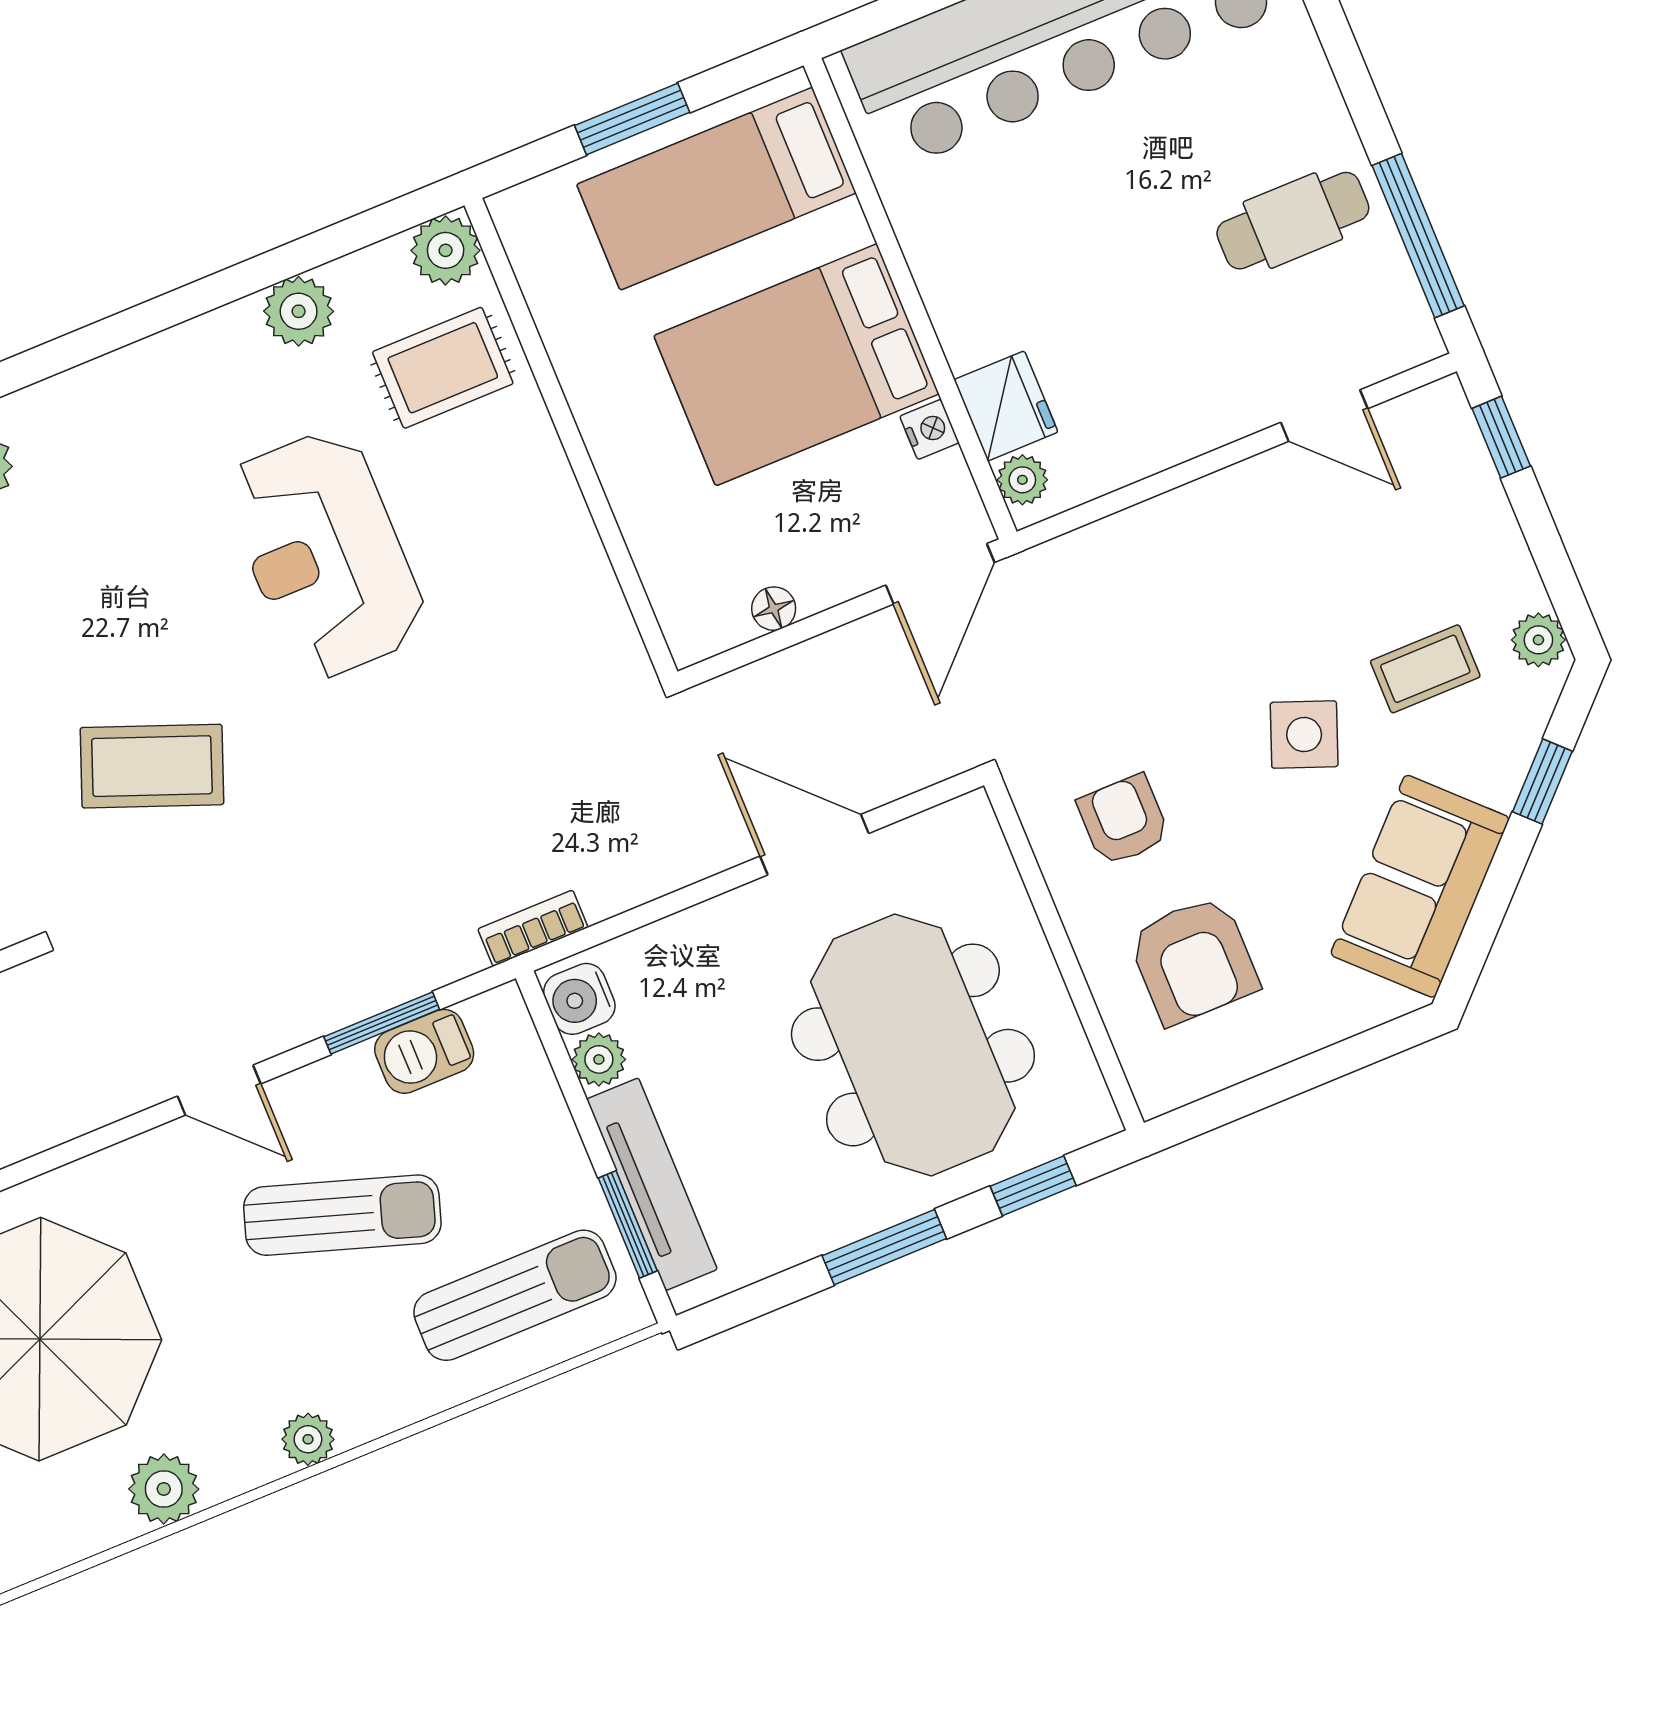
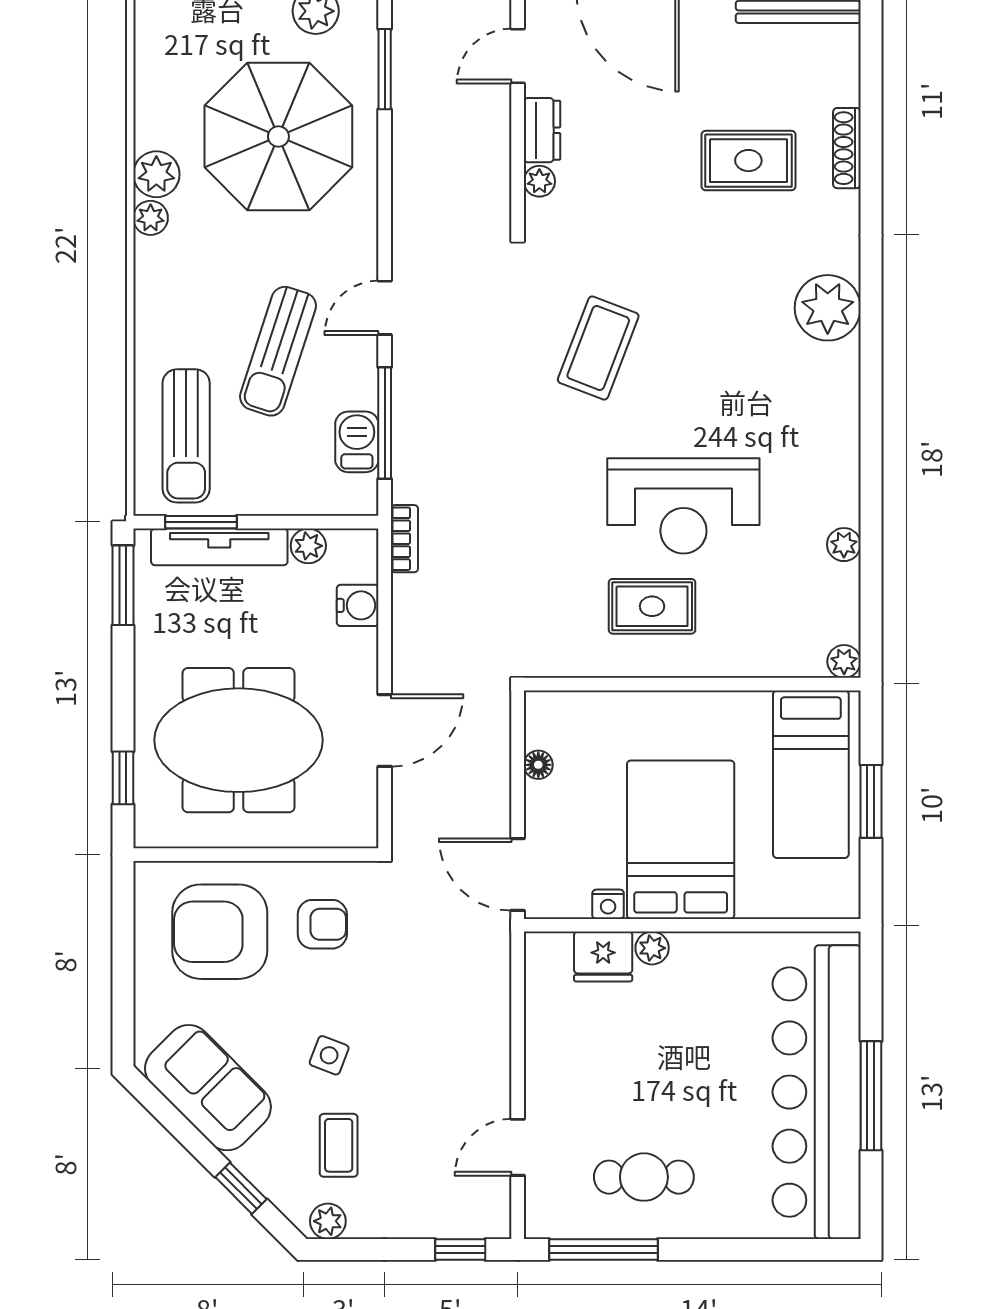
bed: (716, 189) -> (811, 774), moved, turned 180
cafe table: (1293, 221) -> (644, 1177), turned 90
plant: (446, 250) -> (844, 661), width x0.73, depth x0.73
plant: (299, 311) -> (844, 545), width x0.73, depth x0.73
rug: (443, 368) -> (652, 606), moved, turned 90
plant: (1022, 480) -> (652, 948), moved
reception desk: (325, 554) -> (683, 506), turned 180
side table: (1304, 735) -> (329, 1055), width x0.73, depth x0.73
armchair: (1194, 960) -> (220, 932), width x1.36, depth x1.36
water cooler: (579, 999) -> (358, 605), moved, turned 90
window: (382, 1023) -> (385, 423), width x1.44
window: (884, 1247) -> (123, 585), moved
plant: (308, 1439) -> (151, 218), moved

